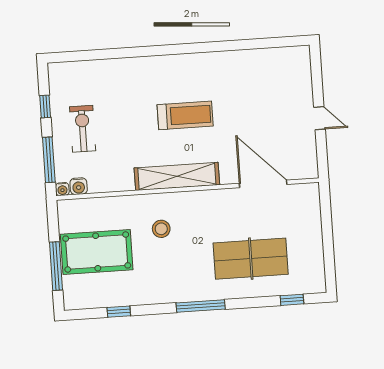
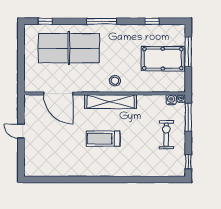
window: (45, 106) -> (188, 162), moved
exercise bike: (83, 129) -> (166, 135), turned 180
stool: (161, 229) -> (115, 81), moved
table tennis table: (251, 259) -> (69, 48), width x1.36, depth x1.32

